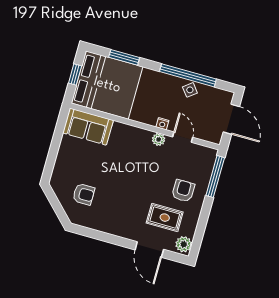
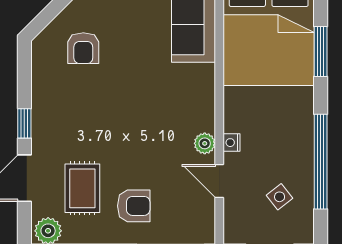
side table: (190, 90) -> (280, 197), moved
door: (183, 137) -> (219, 181), swing flipped
window: (118, 241) -> (24, 123), added

